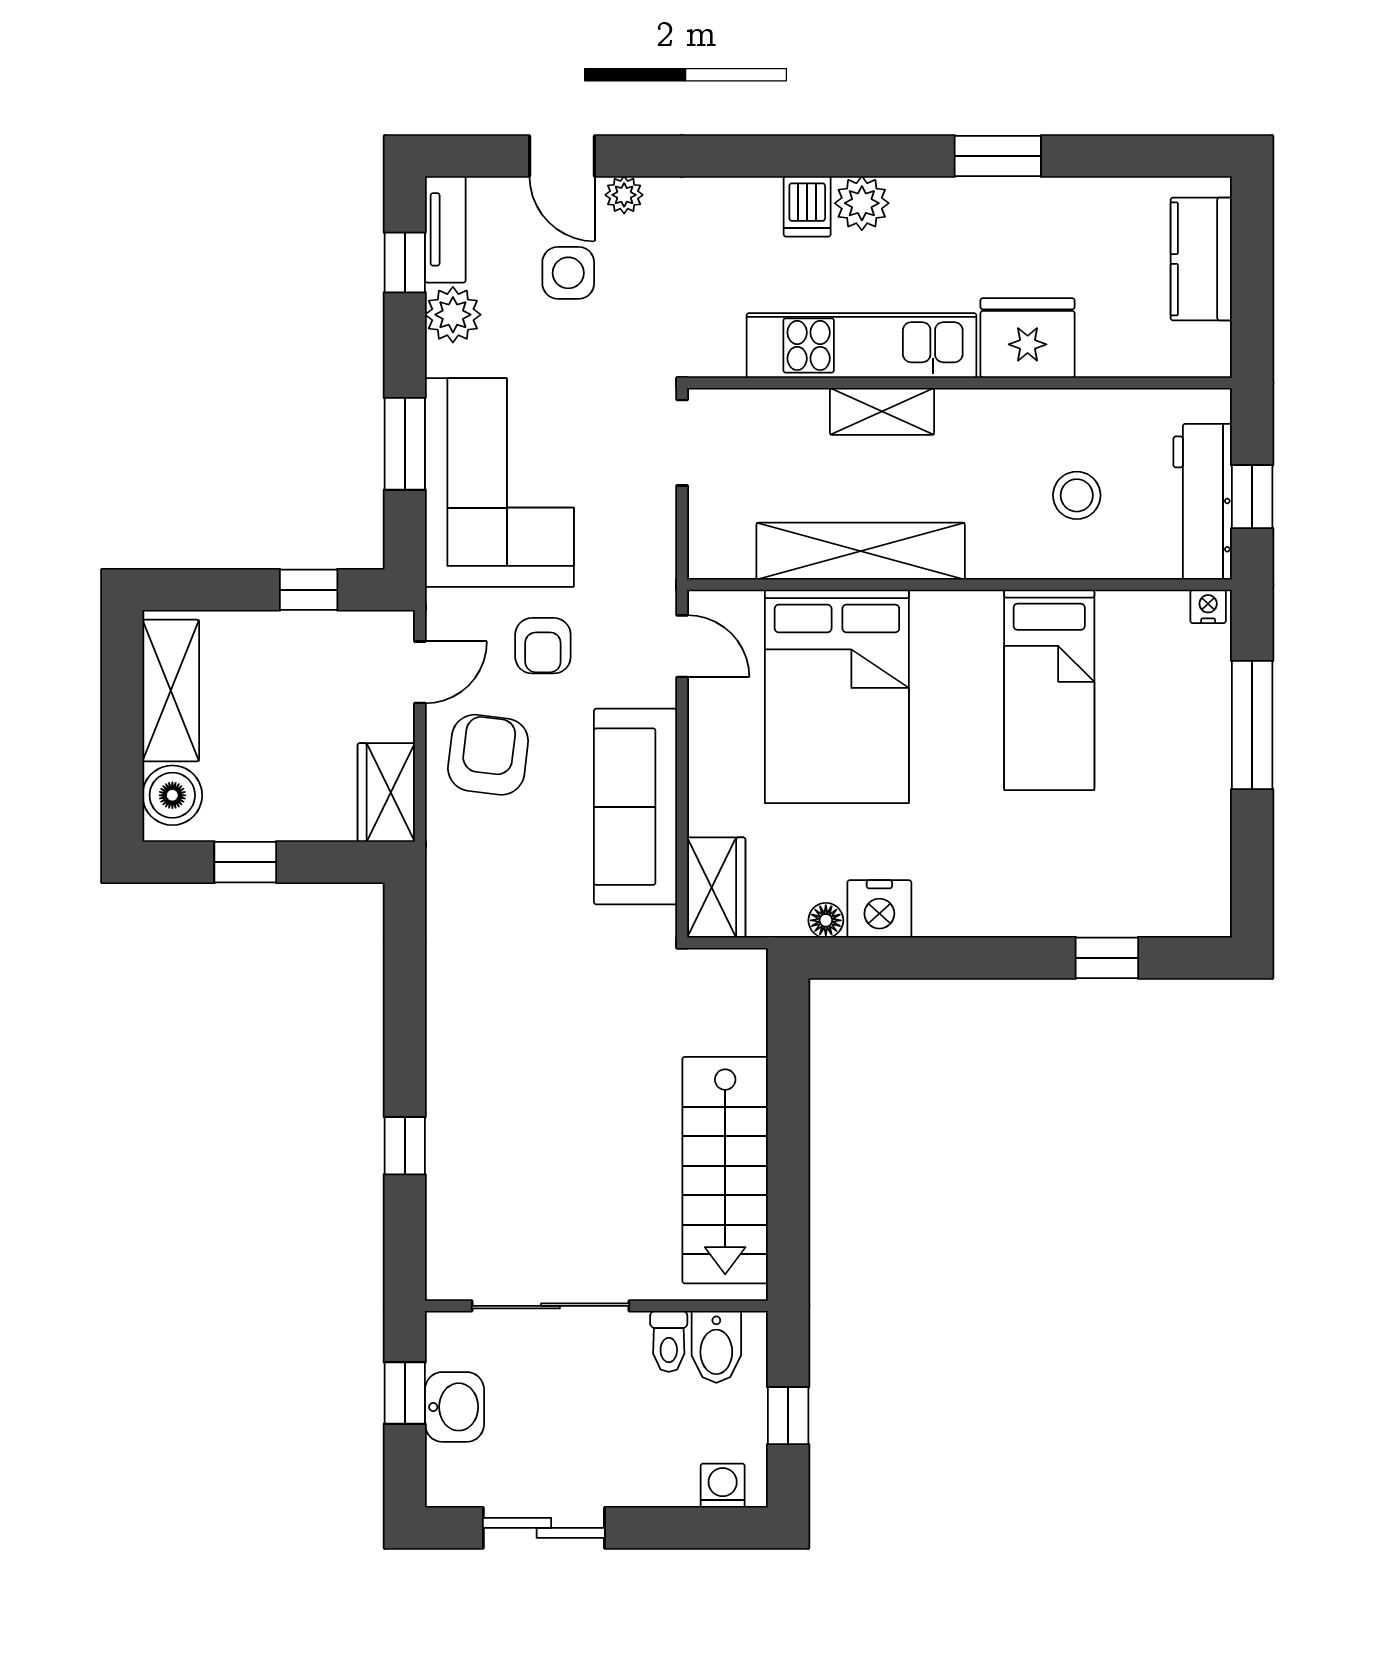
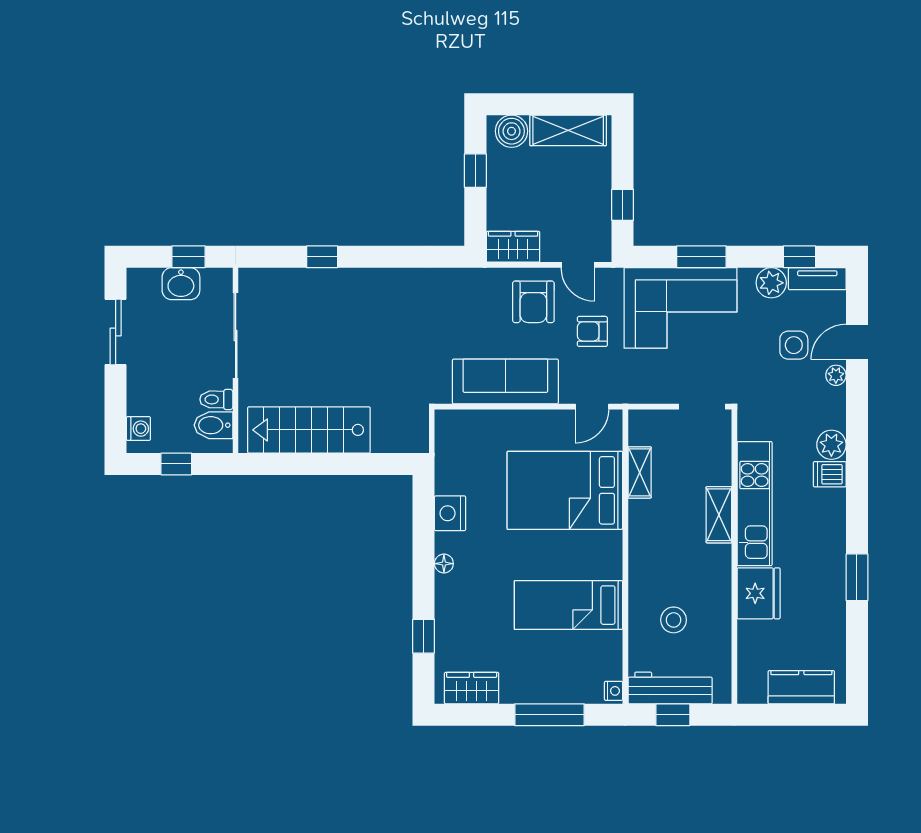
plant: (862, 203) -> (831, 445), moved
shelving: (861, 551) -> (640, 472), width x0.45, depth x0.75
armchair: (488, 755) -> (533, 302), turned 83
wardrobe: (716, 888) -> (472, 688), moved, turned 180
floor lamp: (826, 920) -> (444, 564), moved

